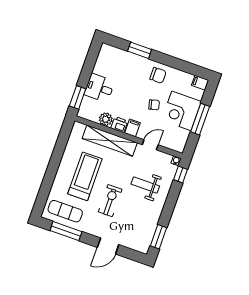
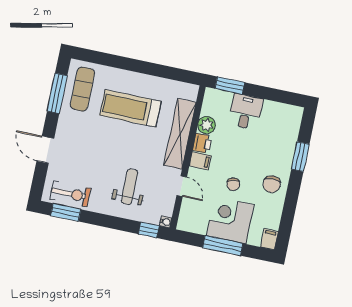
treadmill: (85, 176) -> (130, 108), turned 180
exercise bike: (110, 201) -> (70, 194), moved

